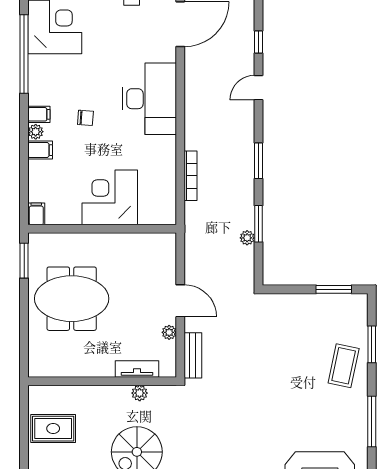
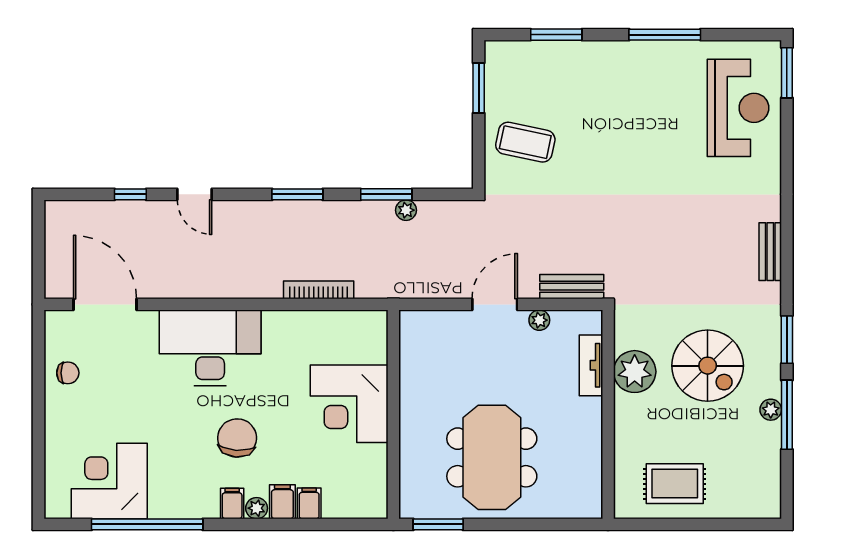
chair: (85, 118) -> (237, 438), width x1.87, depth x1.87
filing cabinet: (36, 214) -> (309, 503), moved, turned 90
coffee table: (344, 366) -> (525, 142), moved
plant: (140, 393) -> (635, 372), width x1.88, depth x1.88
rug: (53, 429) -> (675, 484), turned 90

